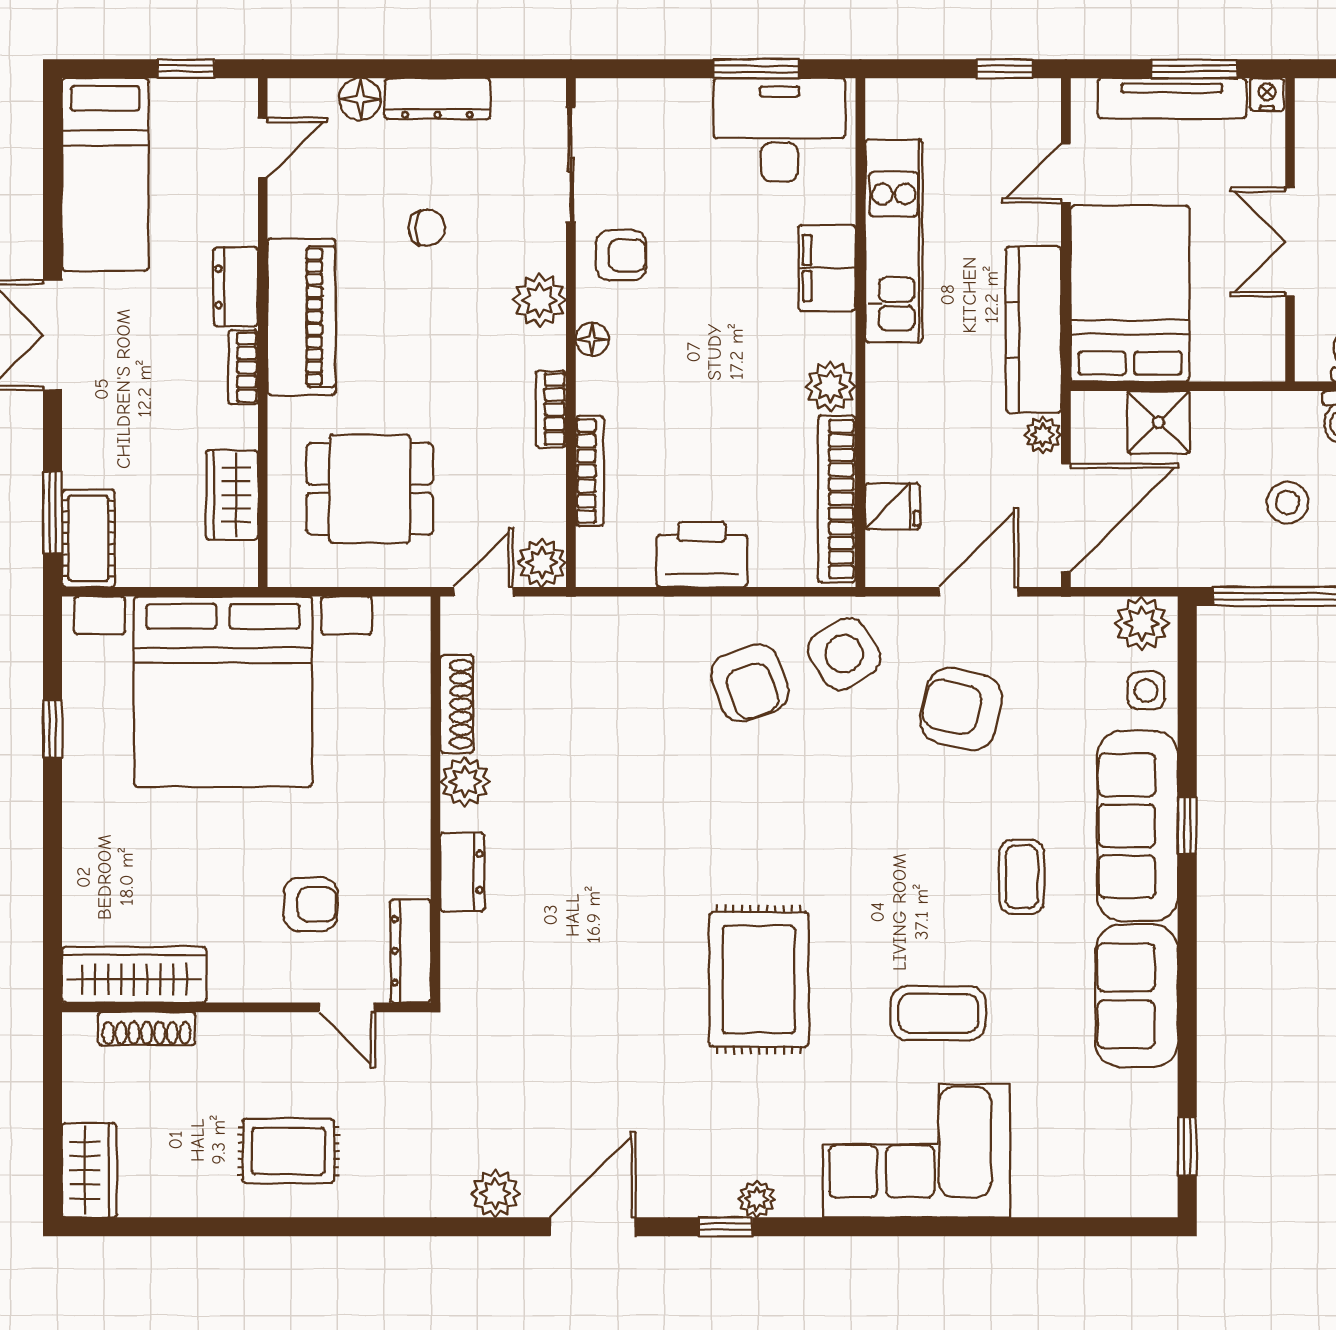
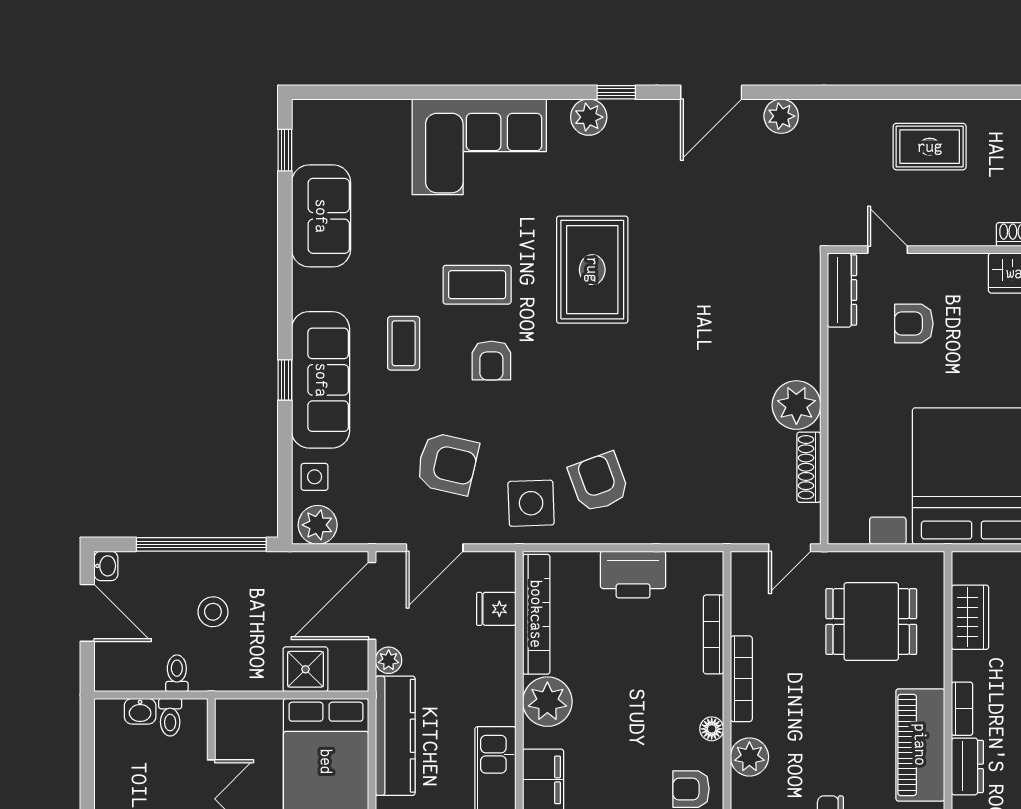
plant: (830, 386) -> (547, 702), width x1.36, depth x1.36
bookcase: (551, 409) -> (741, 679), width x1.56
plant: (542, 563) -> (748, 569), removed
side table: (844, 654) -> (531, 503), turned 30
plant: (465, 782) -> (796, 405), width x1.36, depth x1.36
armchair: (899, 853) -> (491, 360), added
dresser: (462, 872) -> (805, 347), removed
sofa: (1137, 996) -> (321, 216), moved
coffee table: (938, 1013) -> (477, 285), moved
plant: (757, 1199) -> (589, 117), width x1.38, depth x1.38

